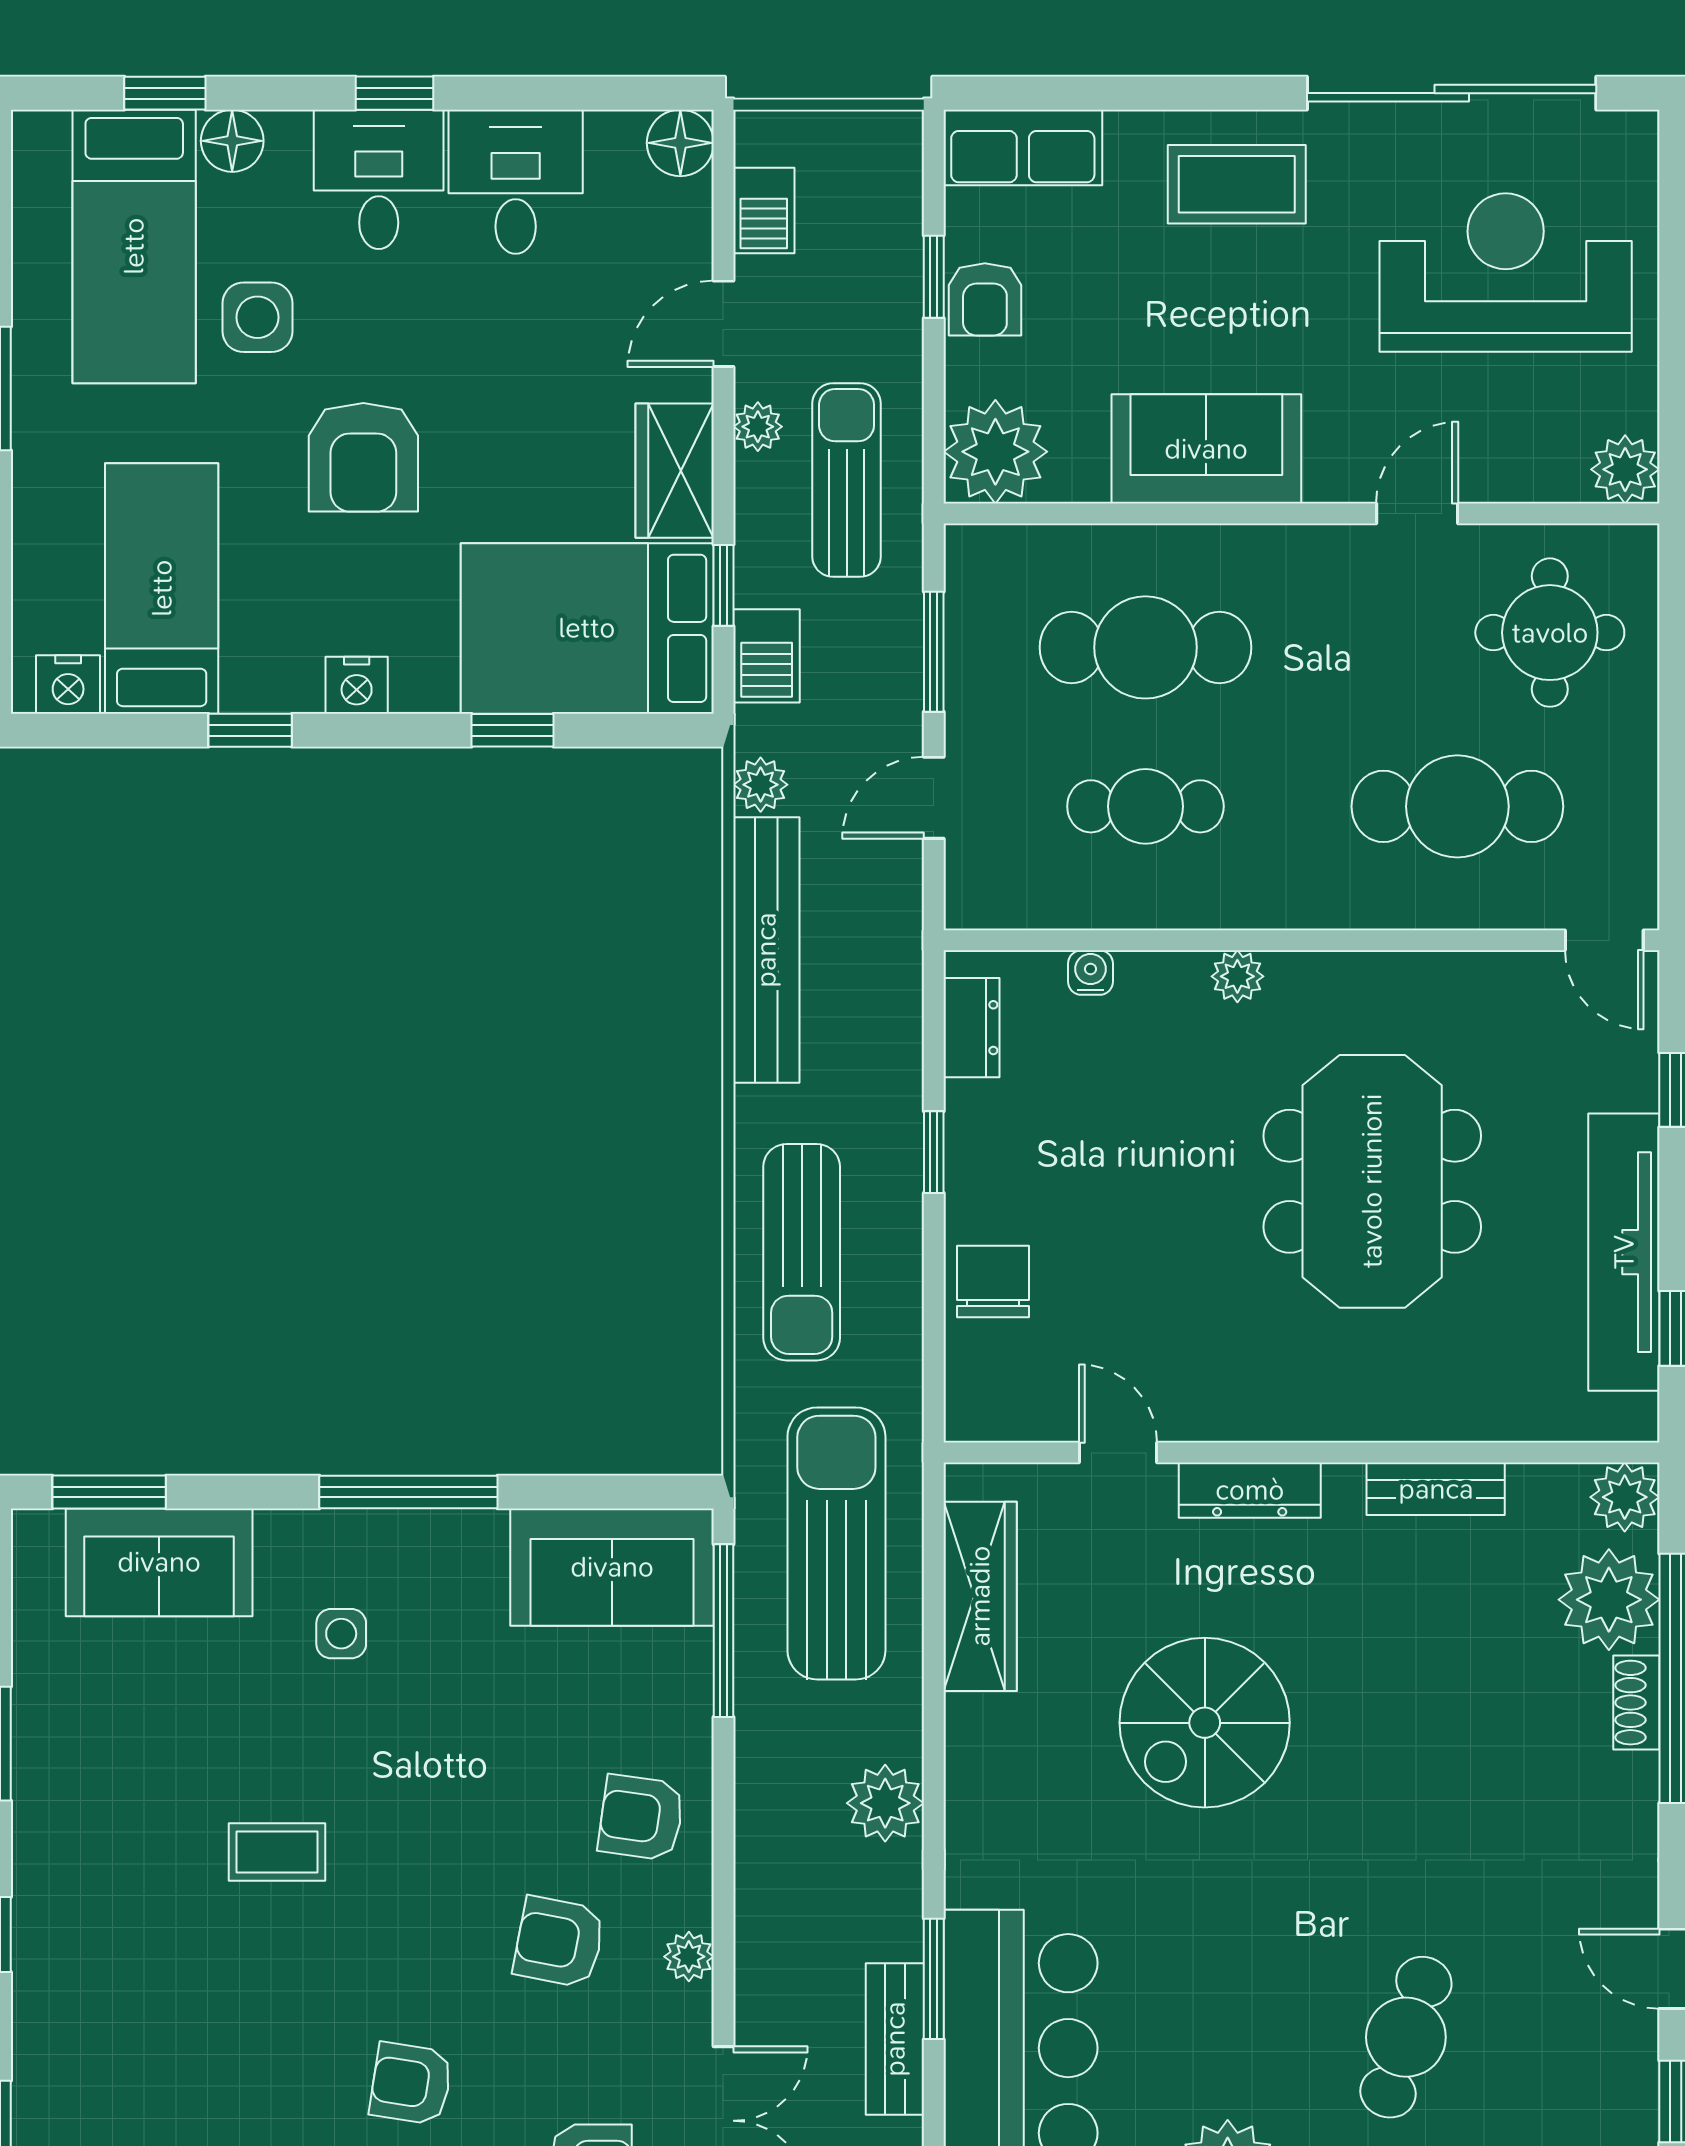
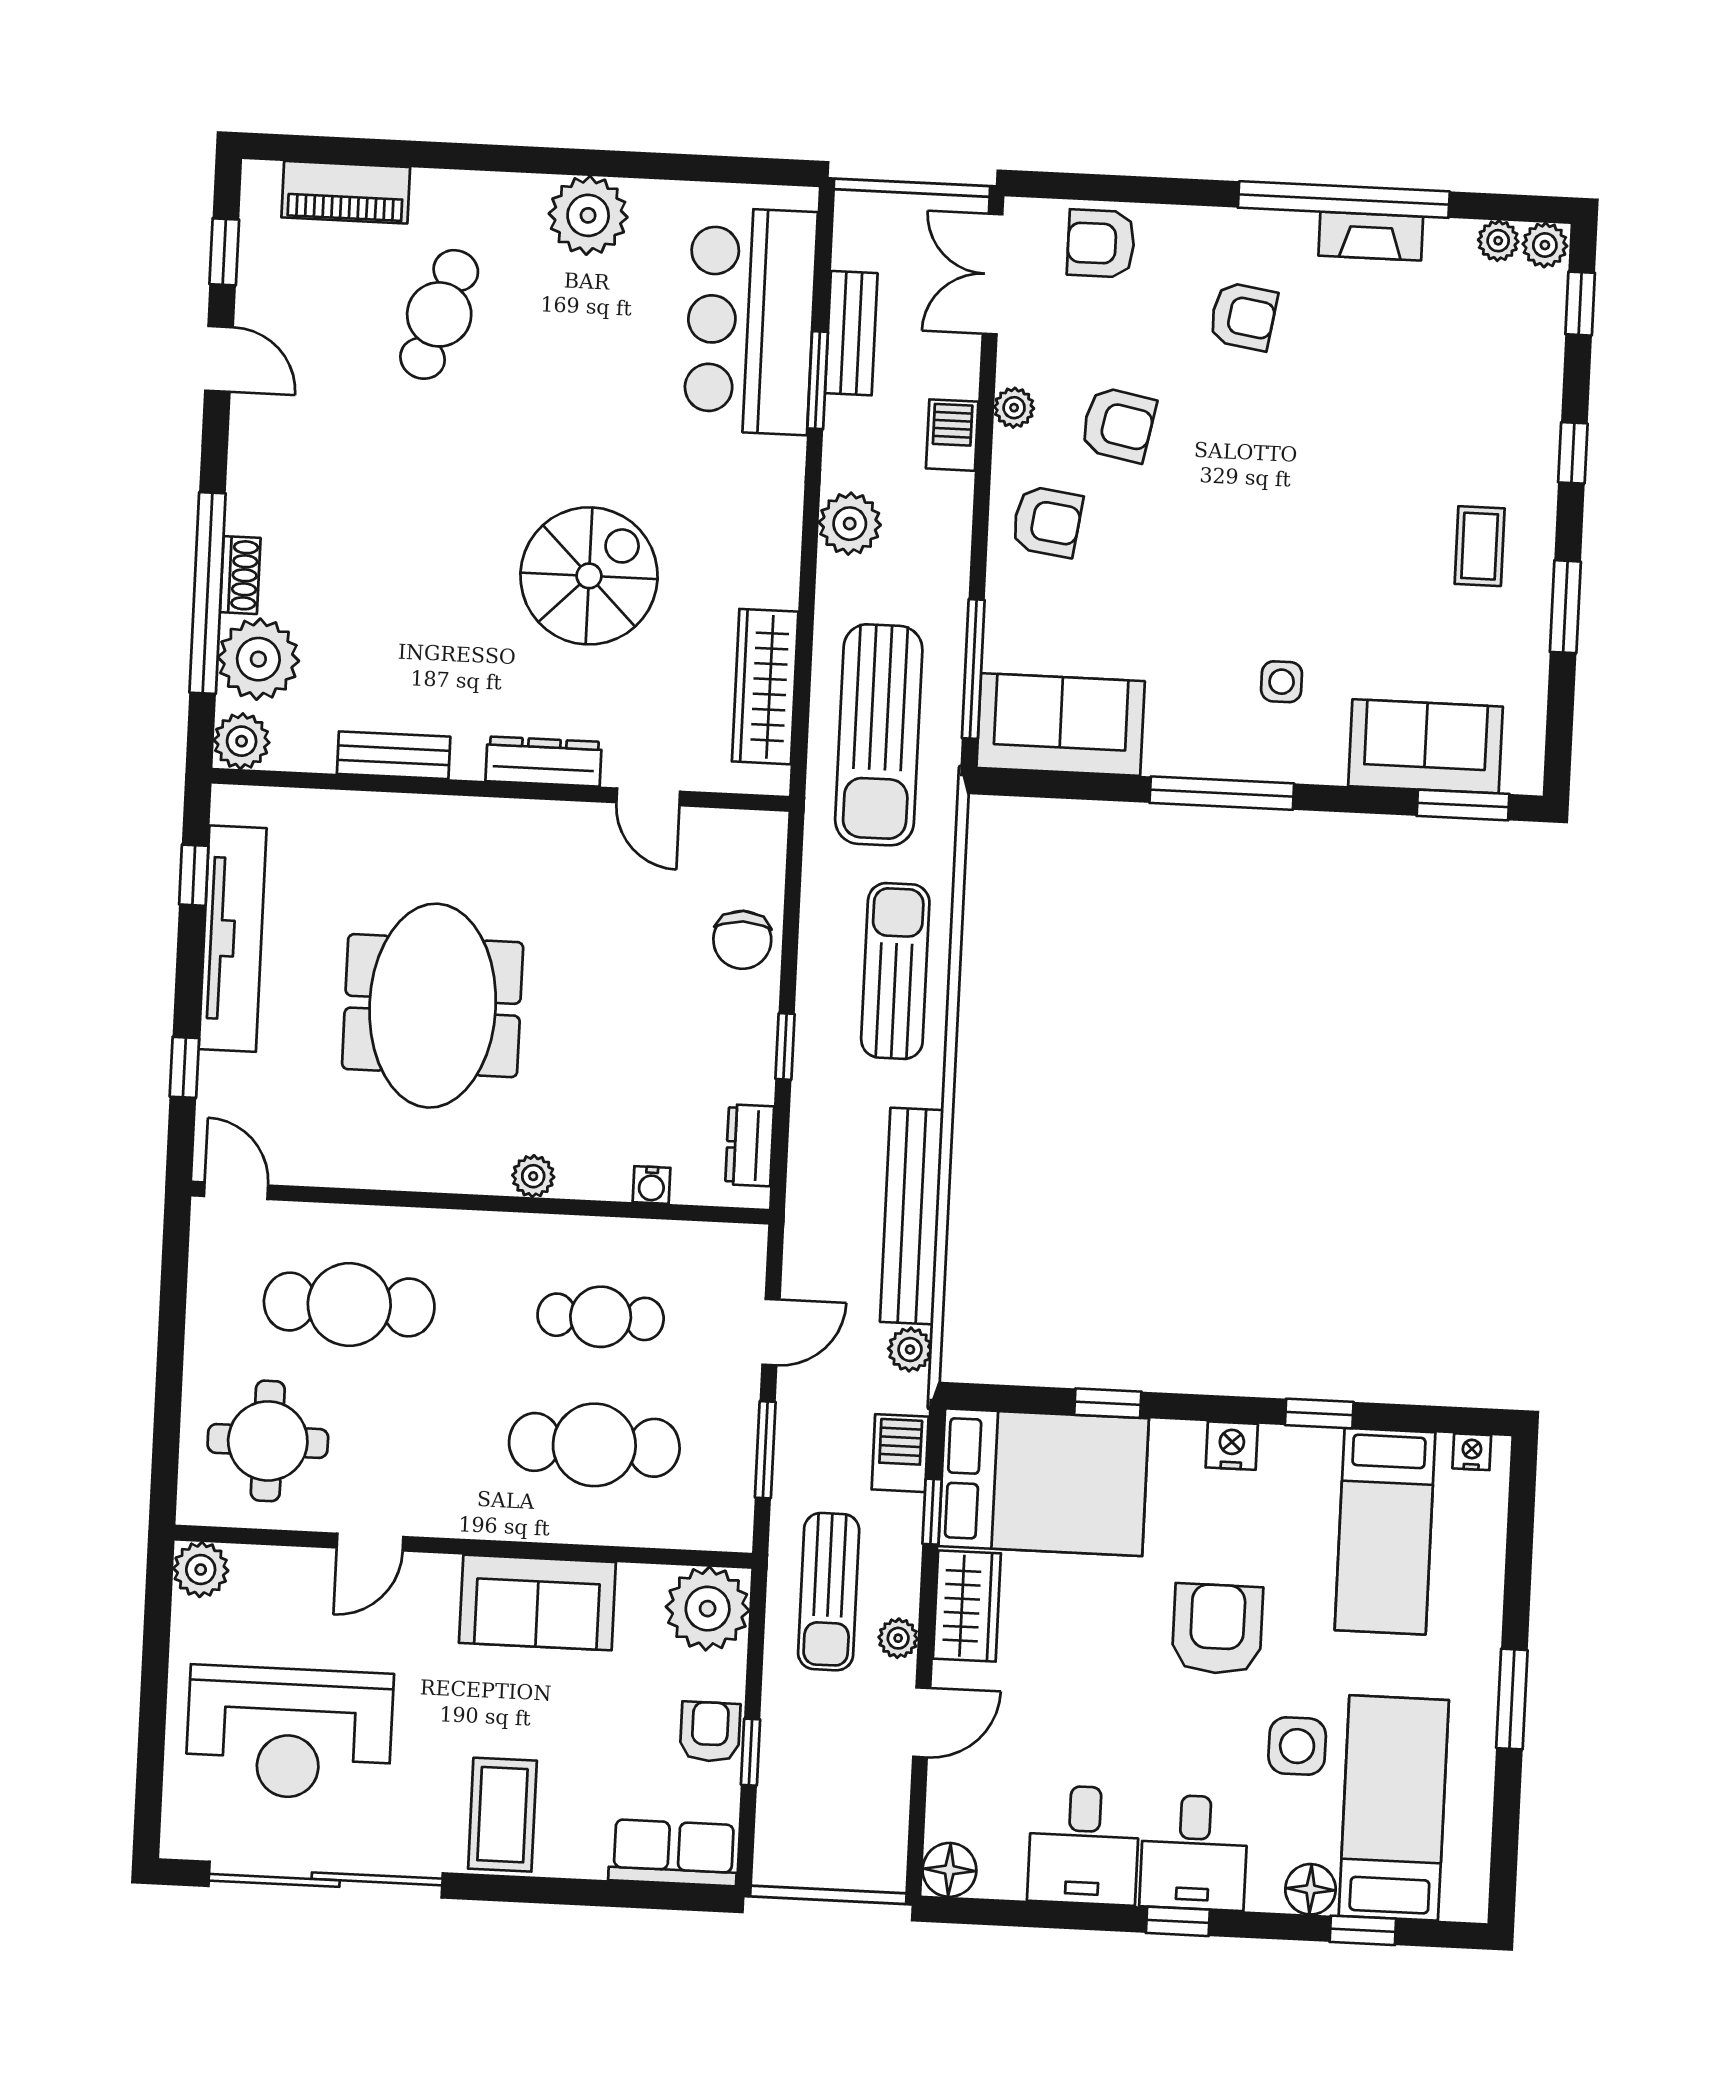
coffee table: (1237, 184) -> (502, 1815), turned 90
barbecue: (764, 211) -> (952, 435), moved
nightstand: (68, 684) -> (1472, 1452), width x0.72, depth x0.74
coffee table: (277, 1852) -> (1480, 546), moved, turned 90

